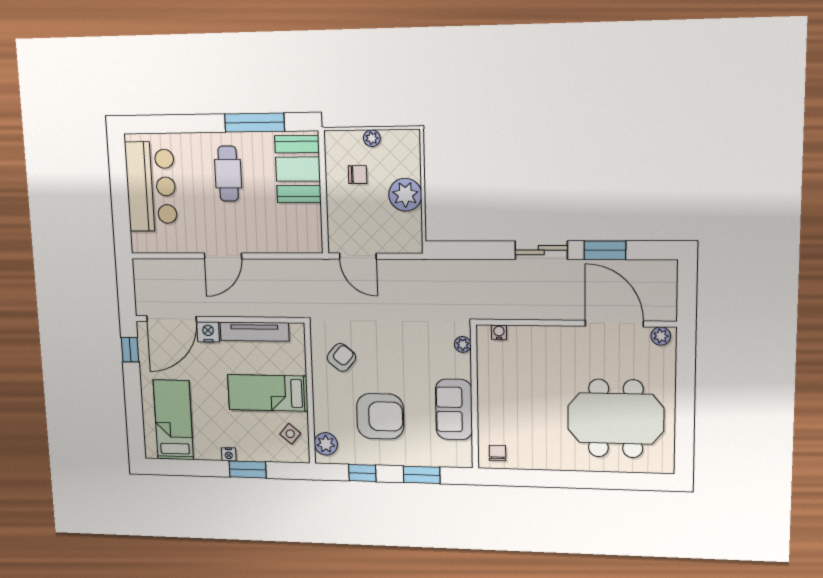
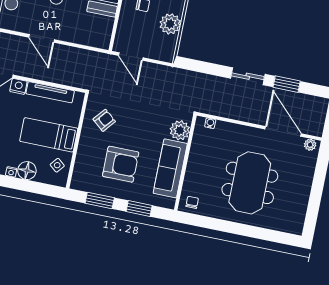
door: (223, 256) -> (42, 38), hinge flipped
plant: (463, 344) -> (180, 130), width x1.88, depth x1.88
sofa: (454, 409) -> (170, 168), width x1.36
meeting table: (616, 418) -> (250, 183), moved, turned 90
plant: (326, 444) -> (80, 176), removed
floor lamp: (250, 449) -> (27, 171), added
window: (248, 469) -> (22, 185), removed
window: (362, 473) -> (100, 200), width x1.50

